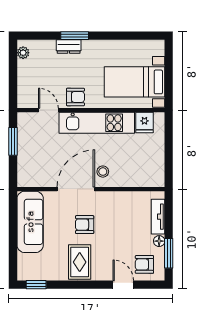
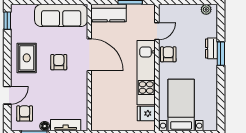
armchair: (75, 97) -> (168, 54), turned 180
kitchen counter: (27, 167) -> (108, 13), added
stool: (103, 172) -> (104, 78), removed
rug: (80, 262) -> (27, 58), turned 90

